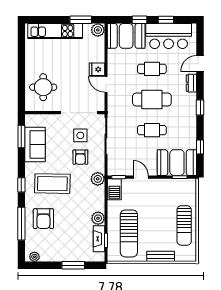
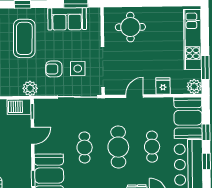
fridge: (97, 69) -> (163, 86), moved

